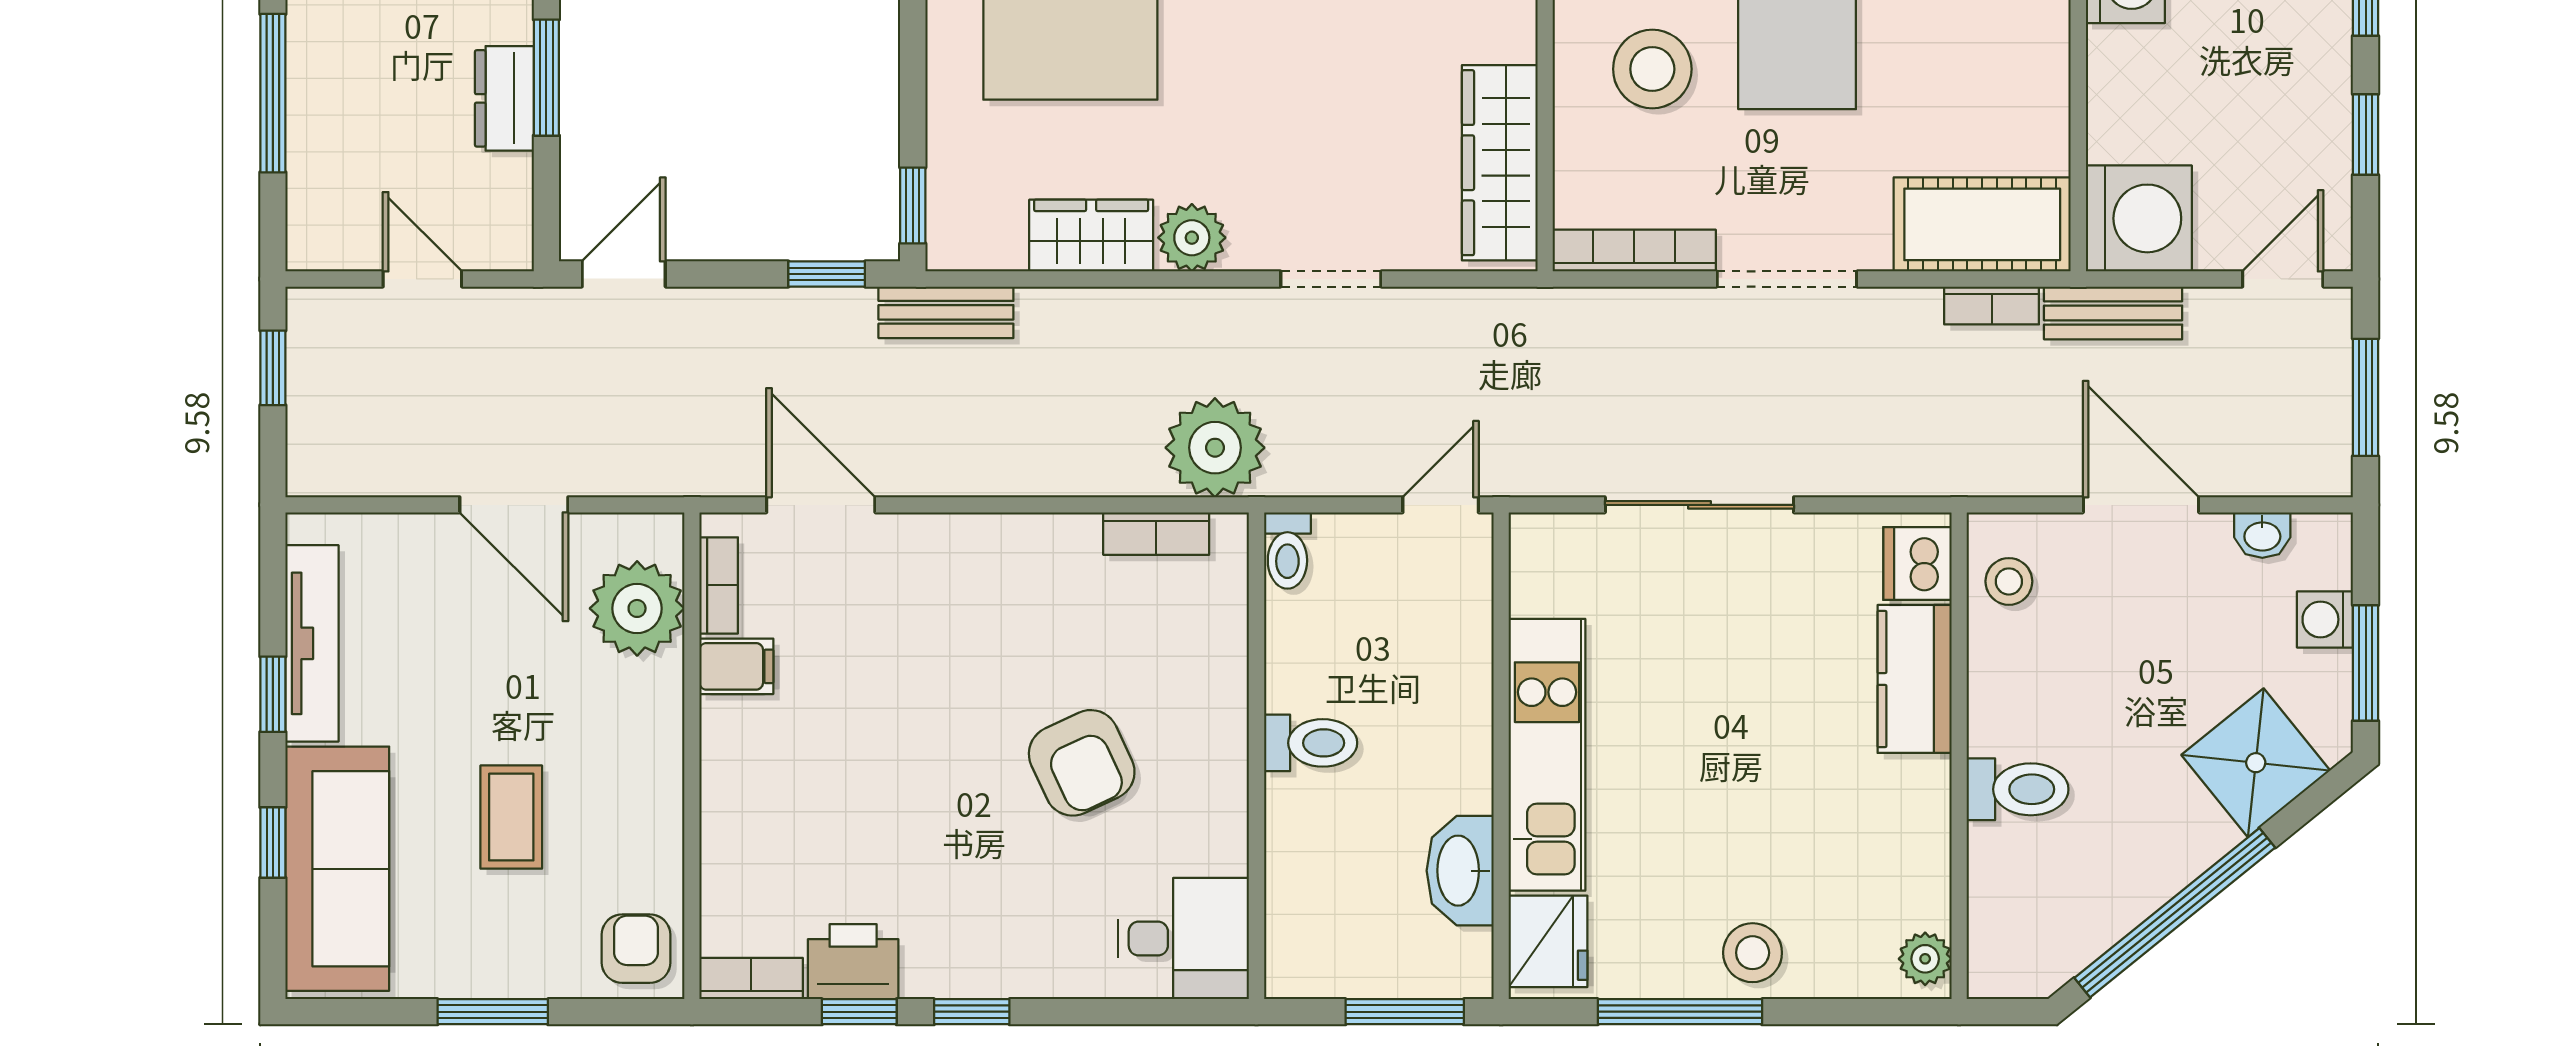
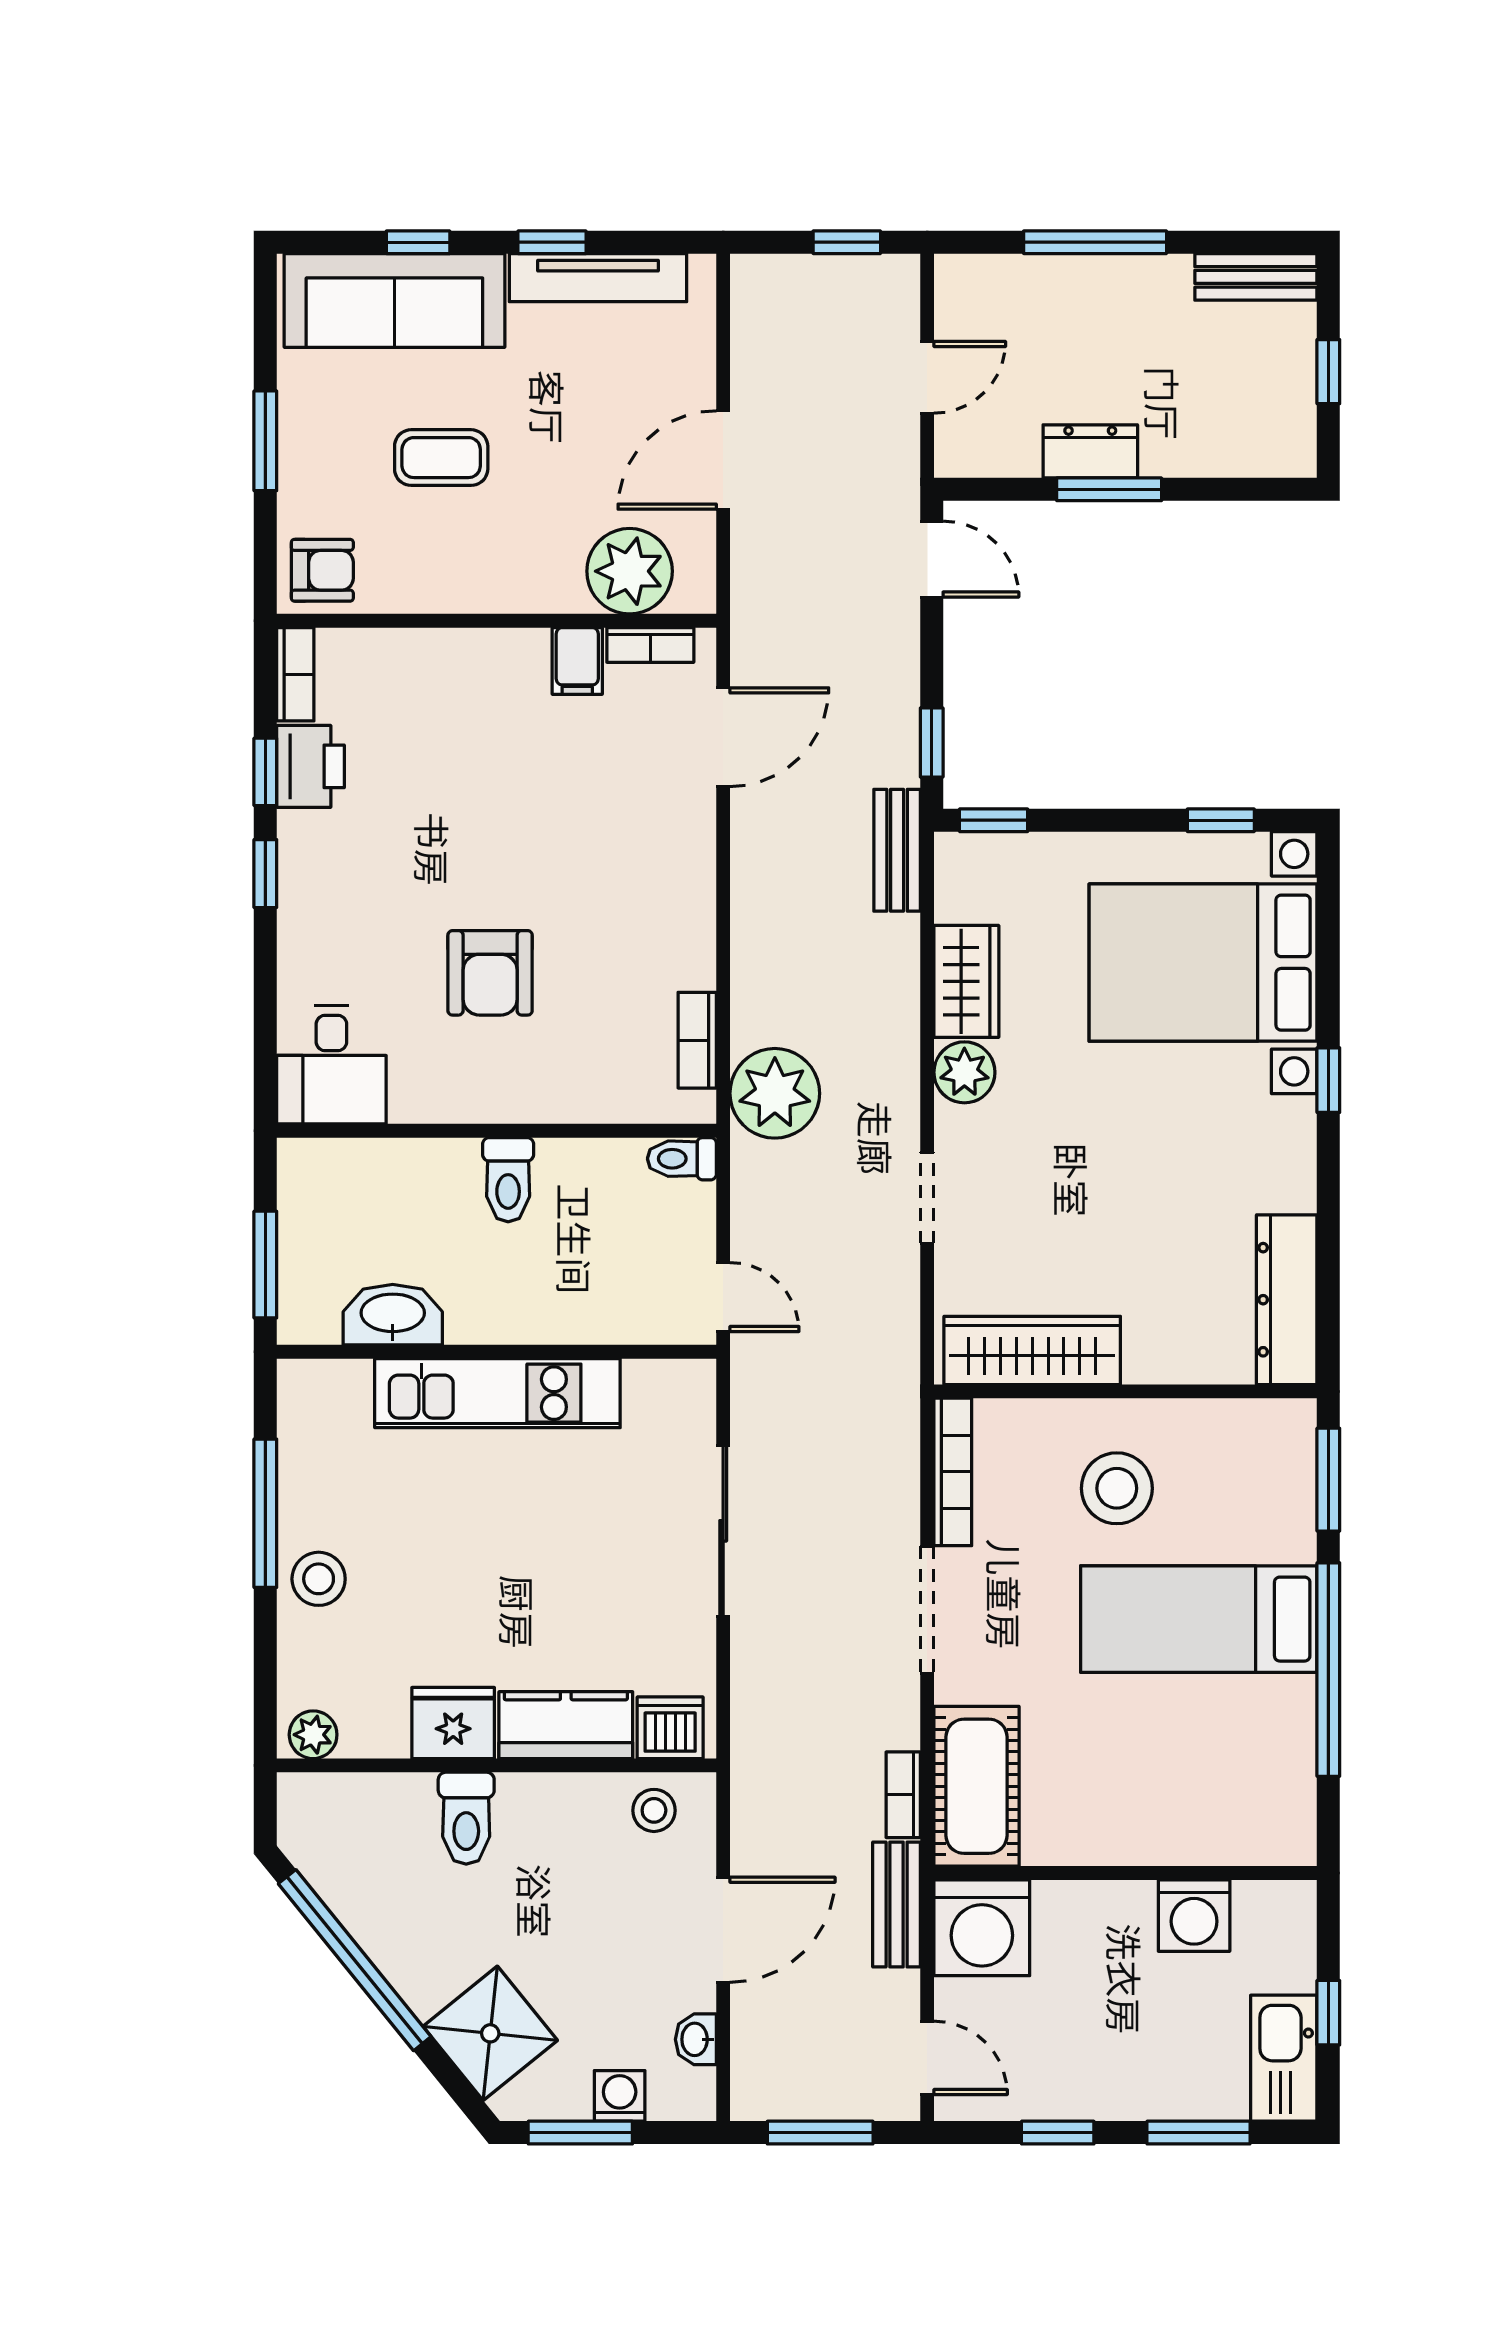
armchair: (1082, 763) -> (490, 973), turned -65
fridge: (1548, 941) -> (453, 1723), moved, turned 180

